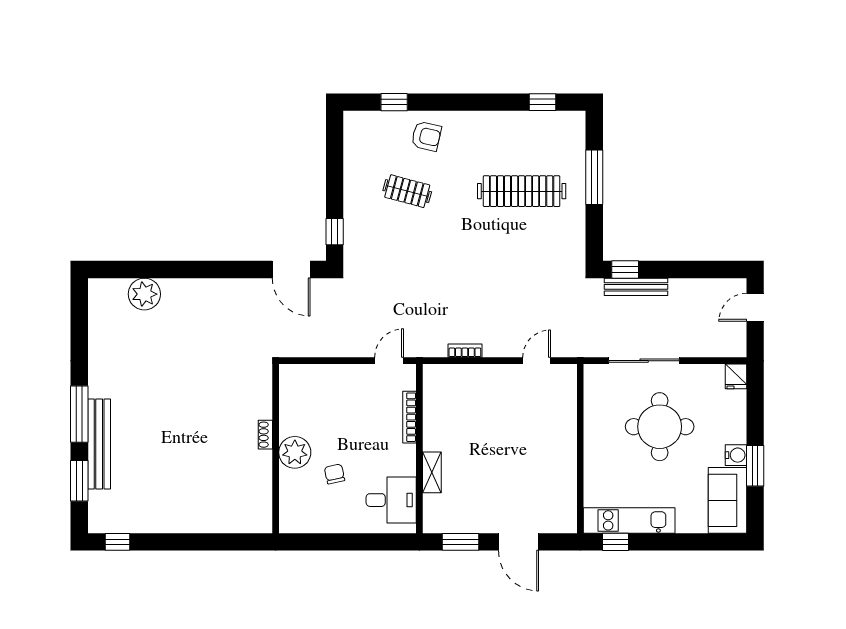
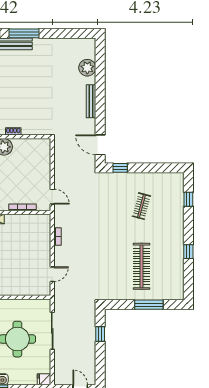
window: (543, 102) -> (188, 252), moved
armchair: (426, 136) -> (170, 216), removed
door: (291, 269) -> (100, 145), hinge flipped
window: (625, 269) -> (100, 334), moved
bench: (636, 287) -> (91, 101), moved
door: (537, 361) -> (52, 274), hinge flipped

